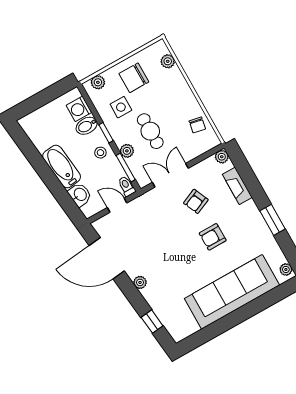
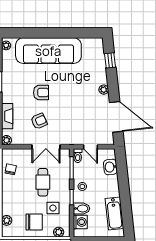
plant: (127, 151) -> (65, 178), removed
bathtub: (62, 166) -> (114, 213), moved

